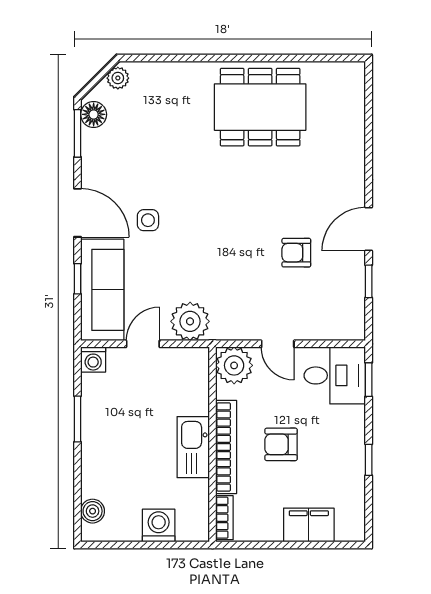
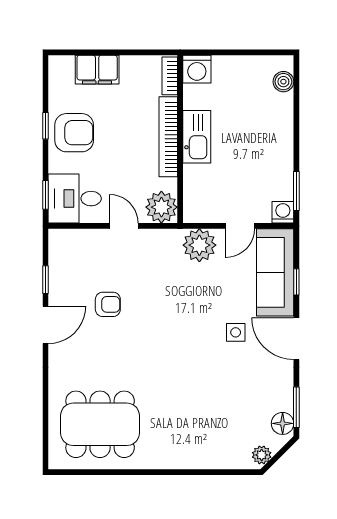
dining table: (260, 107) -> (100, 424), moved
window: (77, 419) -> (296, 191), moved
armchair: (281, 444) -> (74, 133), moved, width x1.38, depth x1.38
washing machine: (159, 525) -> (197, 69), moved

